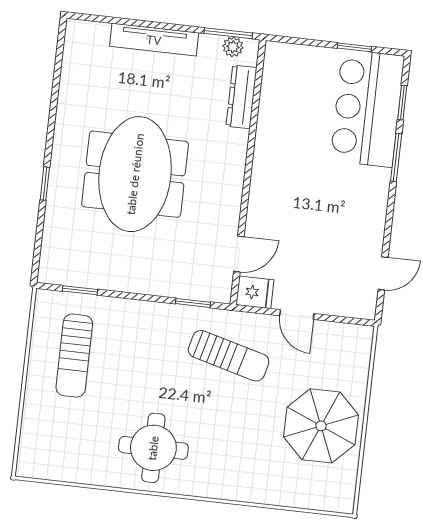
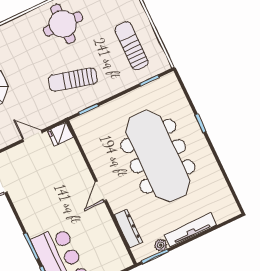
plant: (233, 47) -> (161, 245), moved
meeting table: (135, 174) -> (158, 156), width x1.36
door: (239, 254) -> (101, 191), moved
sun lounger: (229, 356) -> (73, 79), moved

